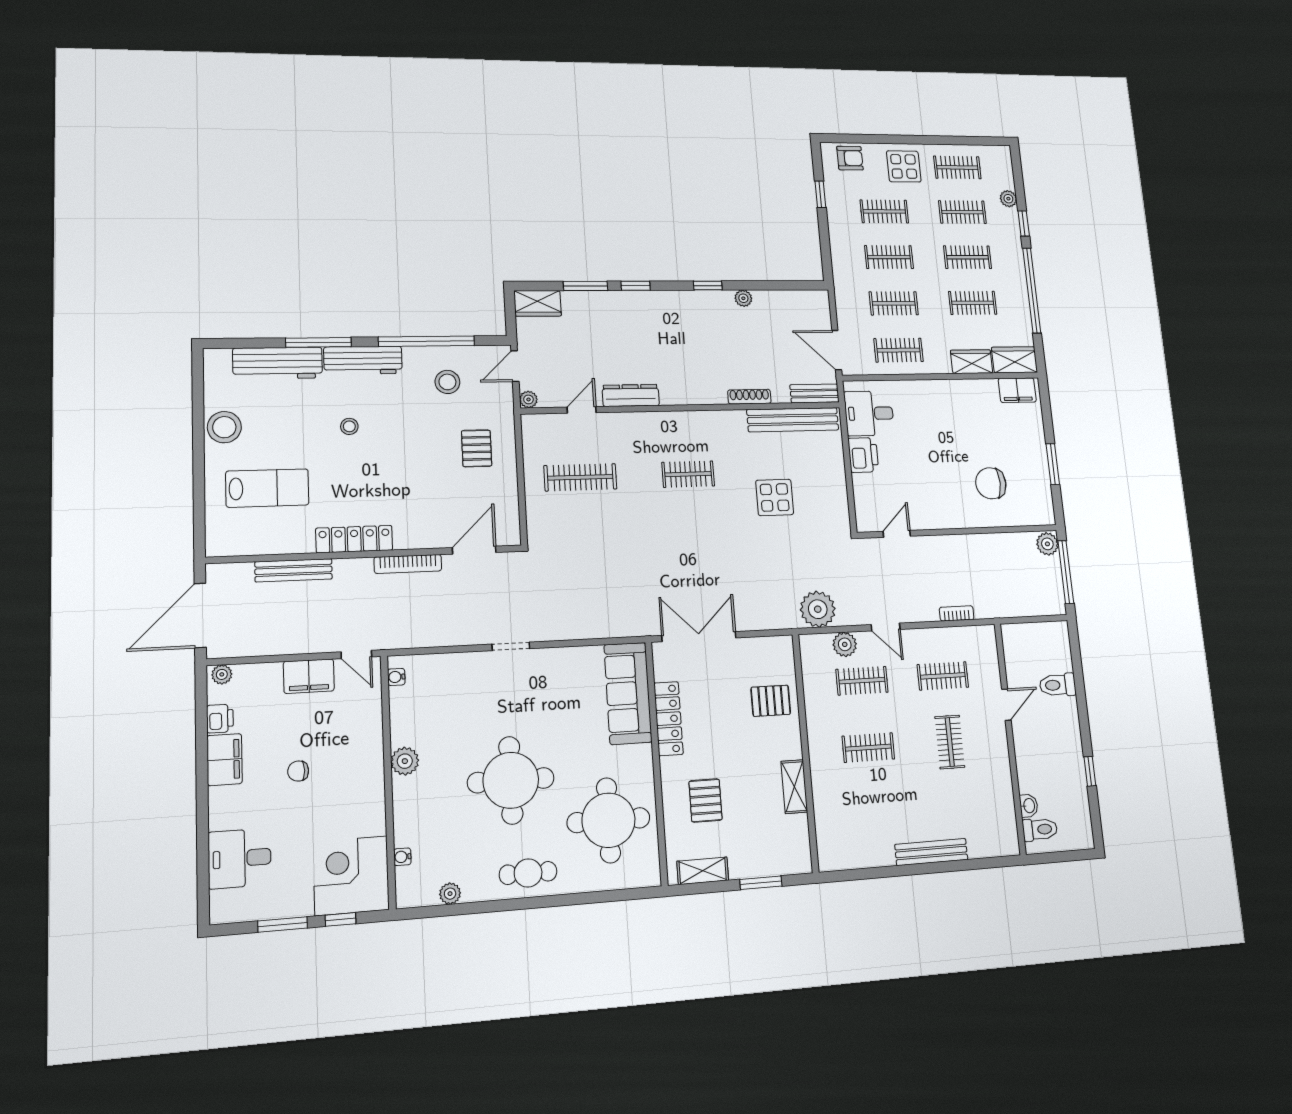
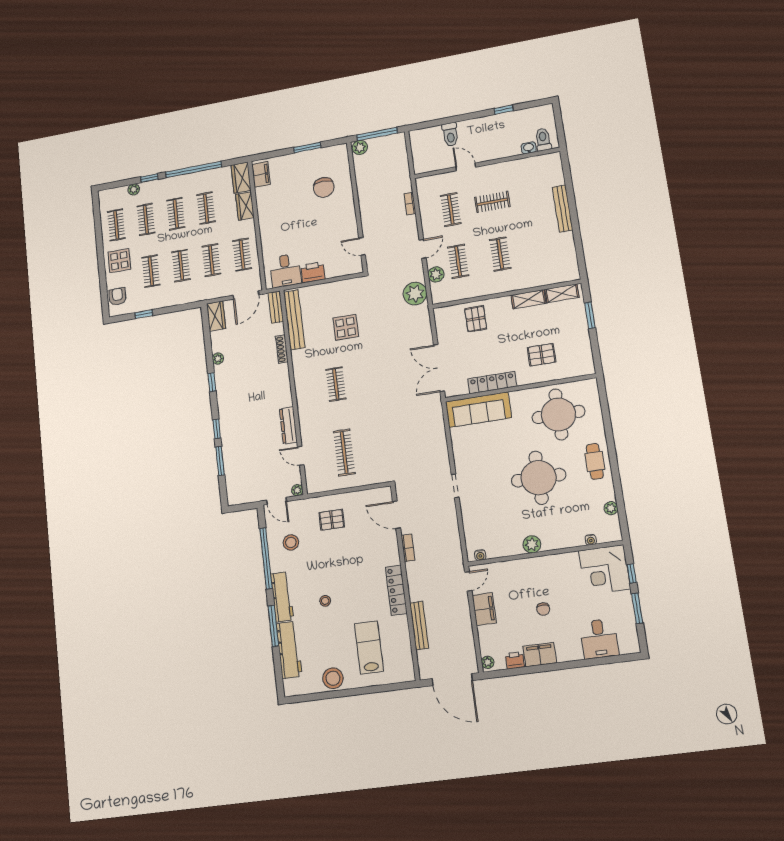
wardrobe: (538, 303) -> (216, 316), moved
bookcase: (408, 564) -> (408, 548), width x0.64
shelving: (703, 871) -> (562, 293), moved, turned 90

